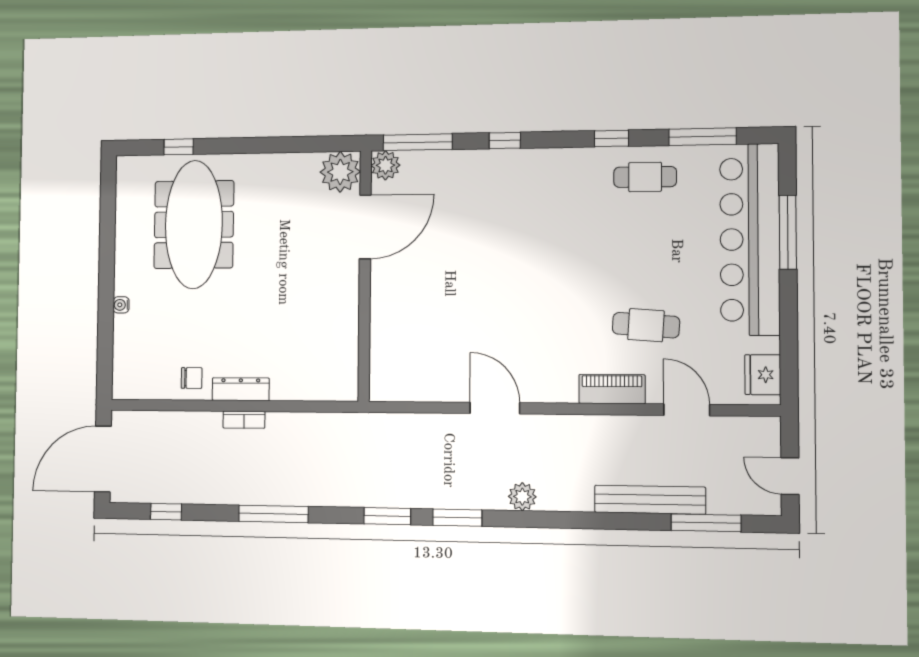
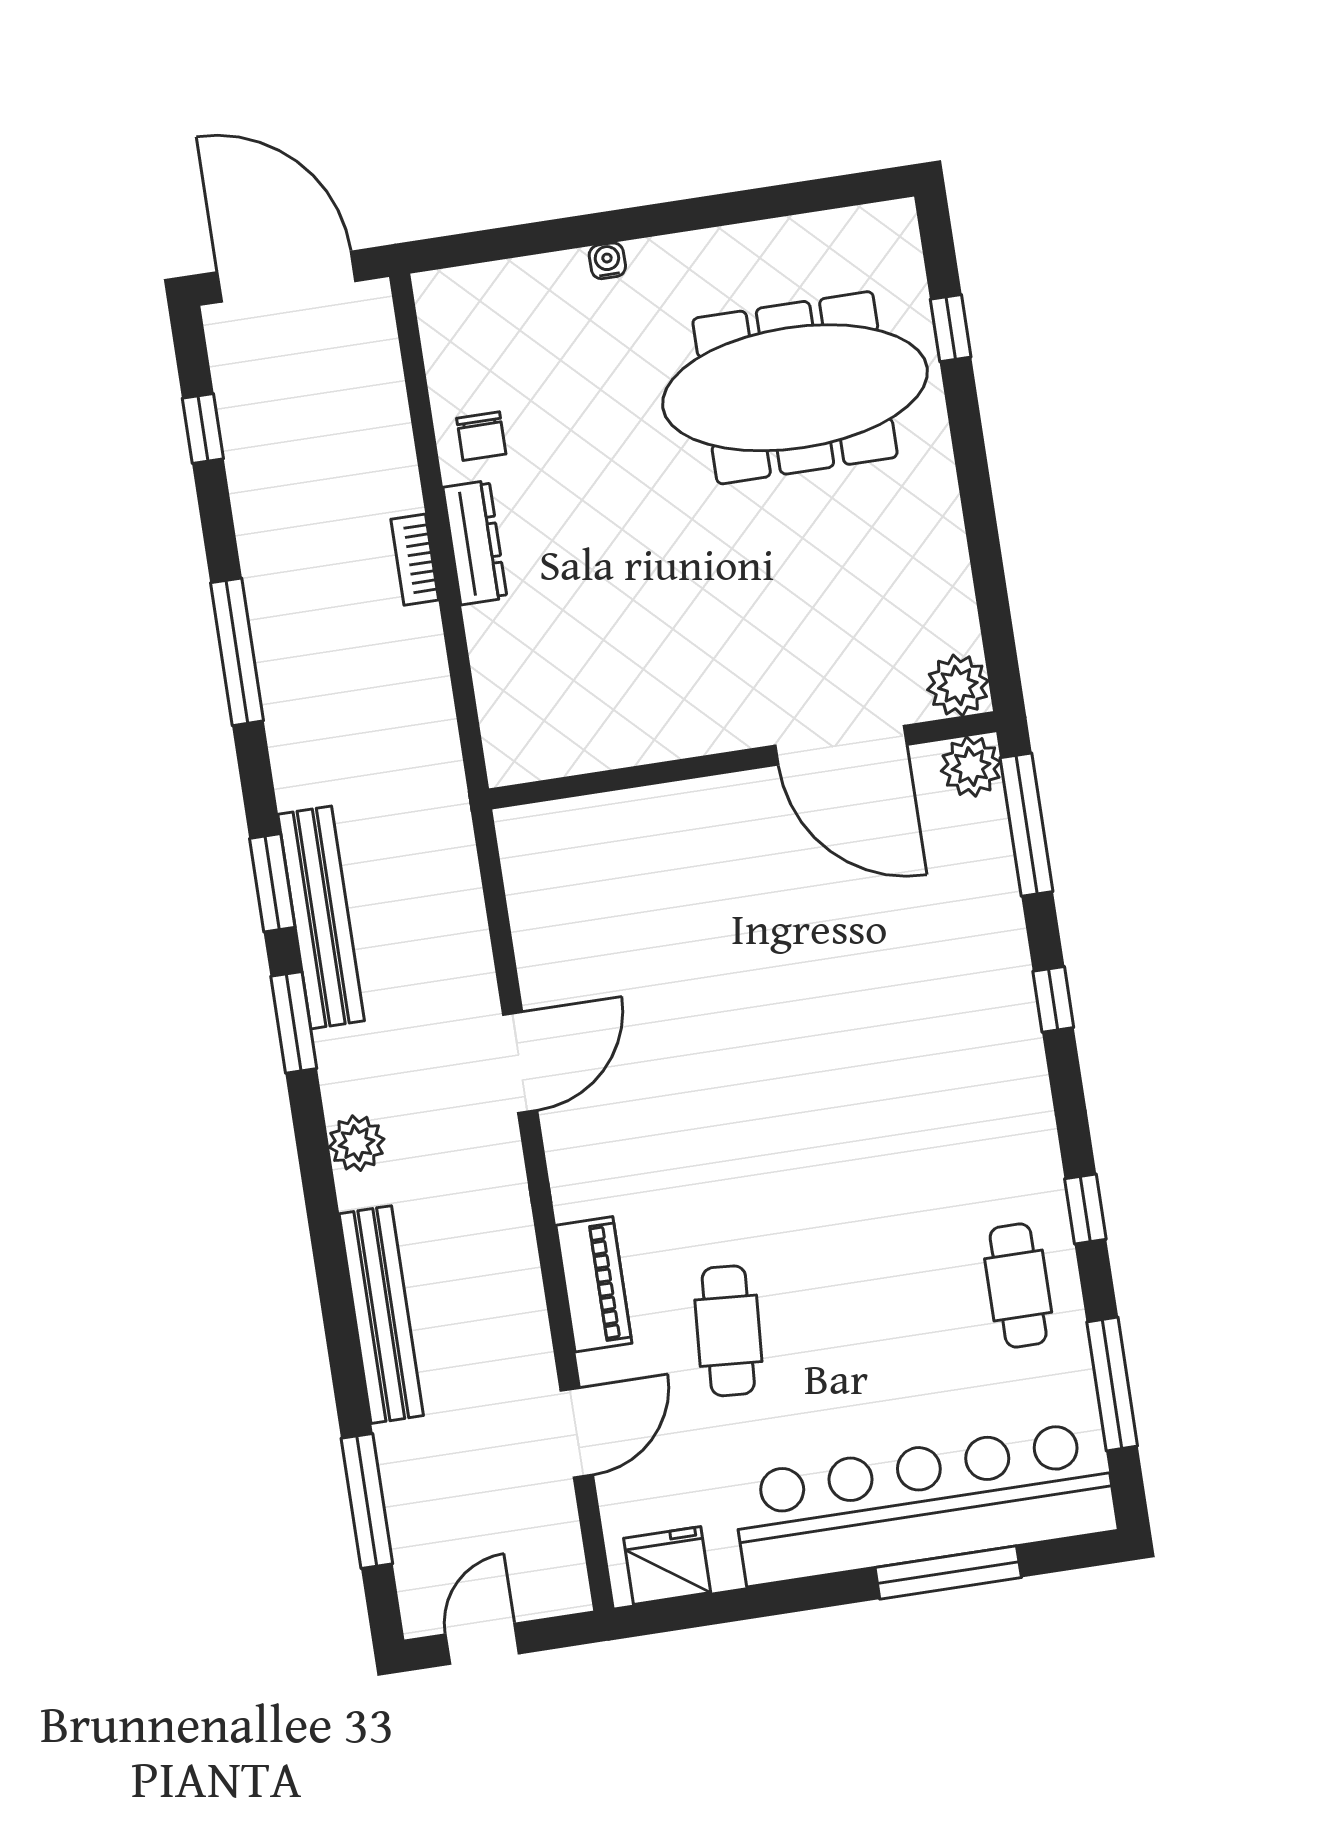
plant: (340, 172) -> (958, 685), width x0.73, depth x0.73
bench: (408, 495) -> (321, 917), added
bench: (650, 500) -> (381, 1315), moved

